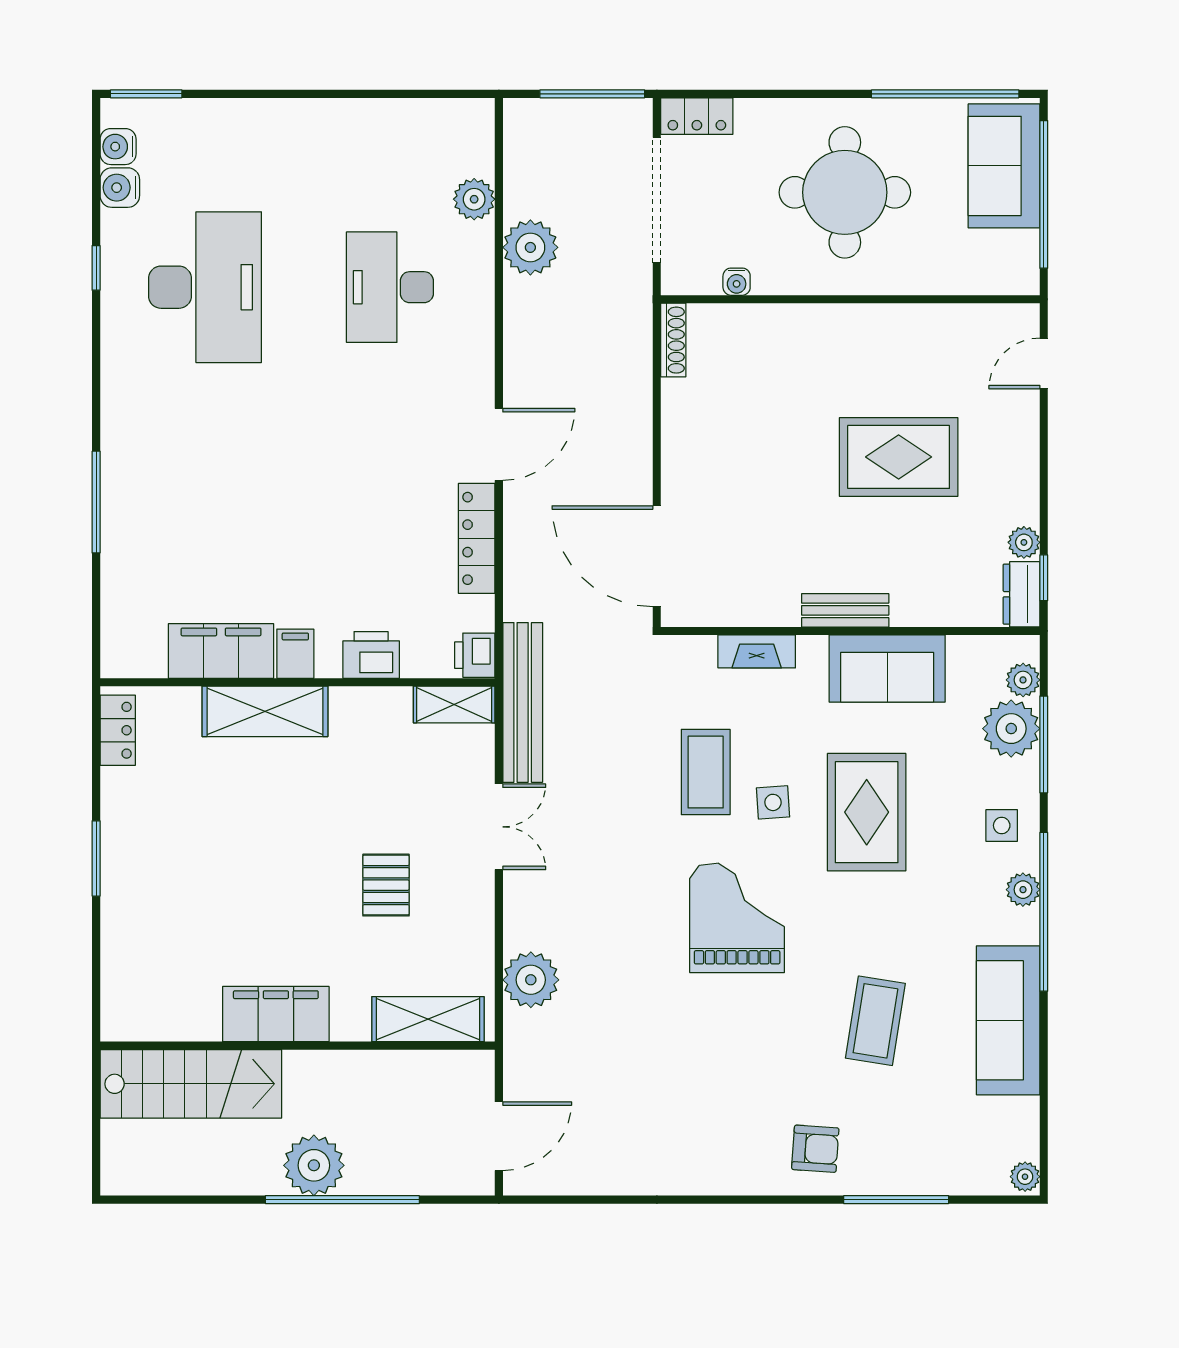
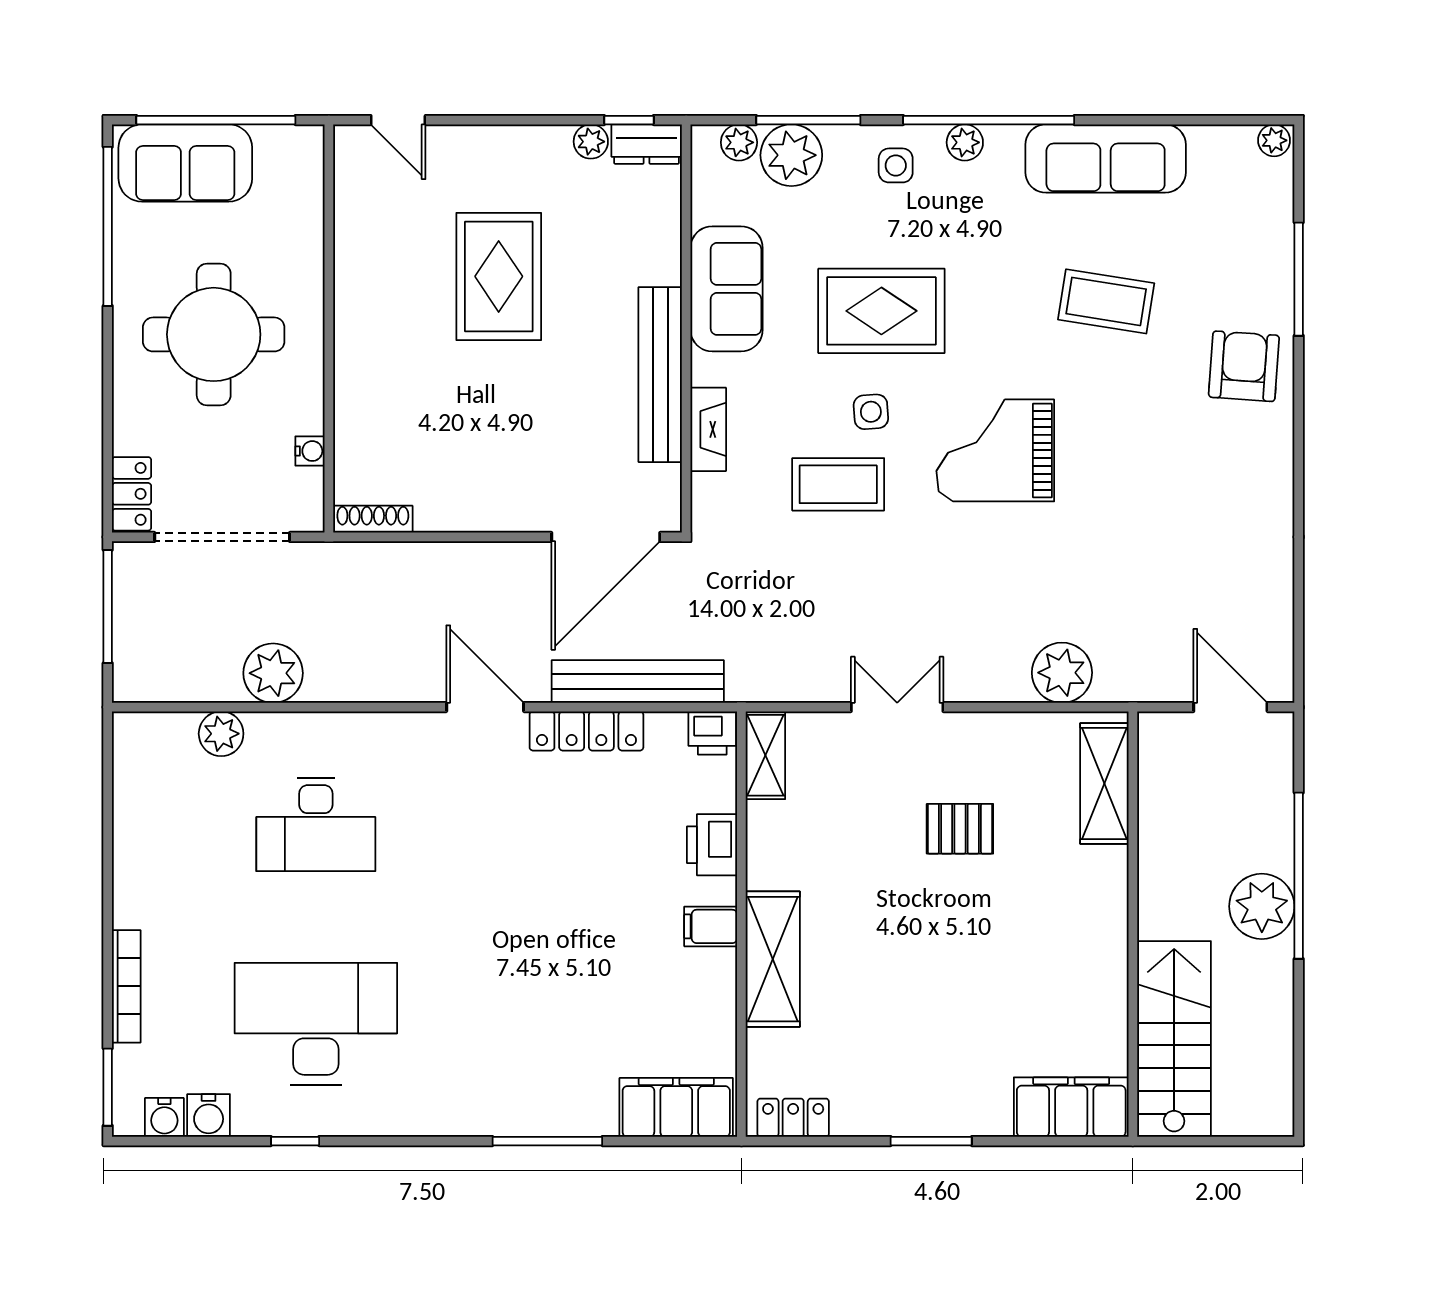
bookcase: (240, 111) -> (126, 986), added
bench: (845, 610) -> (660, 375), width x1.86, depth x1.21
filing cabinet: (221, 651) -> (676, 1107), moved, turned 90
bench: (523, 702) -> (638, 681), moved
filing cabinet: (276, 1014) -> (1071, 1107), moved, turned 90
armchair: (815, 1149) -> (1244, 366), width x1.38, depth x1.38

